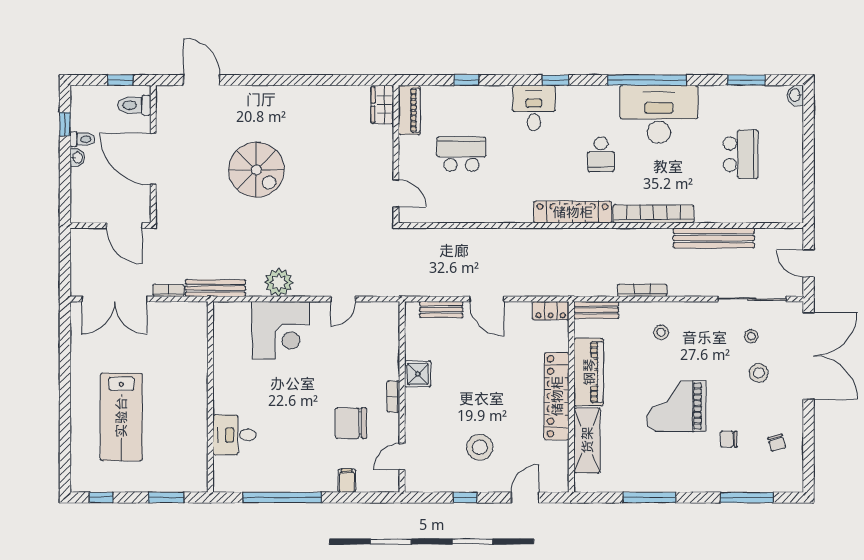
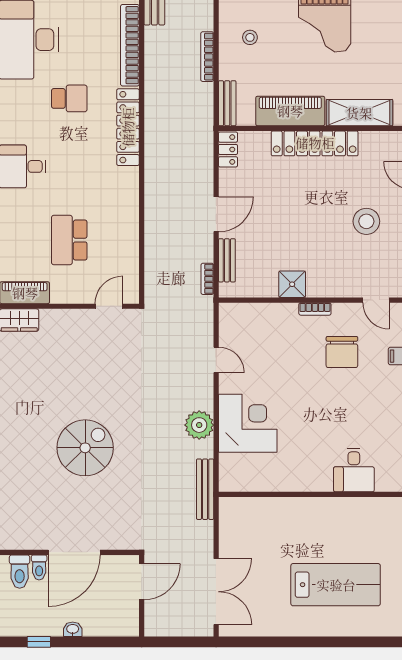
toilet: (82, 139) -> (39, 567), moved, turned 180
bookcase: (168, 290) -> (207, 279), moved

